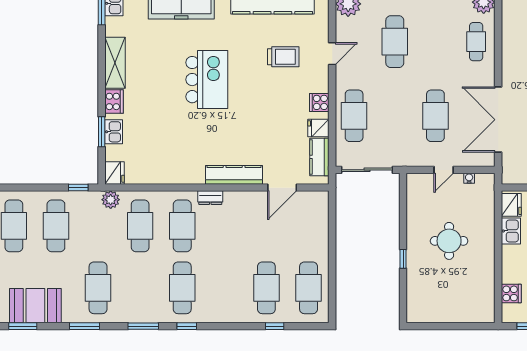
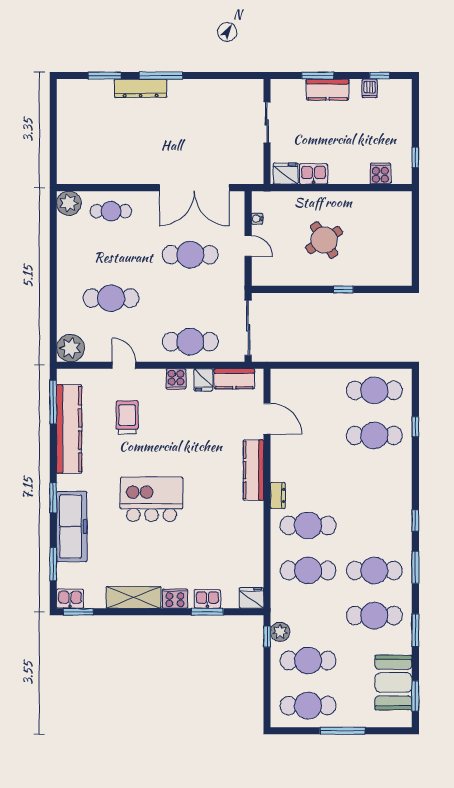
plant: (111, 200) -> (280, 632), moved
round table: (449, 241) -> (324, 240), turned -32
cafe table: (182, 288) -> (374, 570), moved

